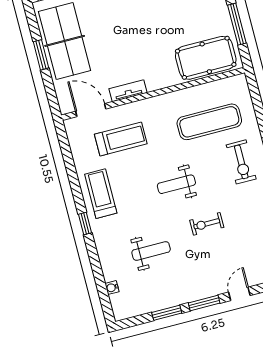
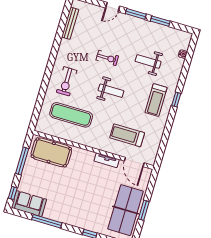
exercise bike: (241, 162) -> (67, 81), turned 180
treadmill: (101, 194) -> (156, 100), moved

